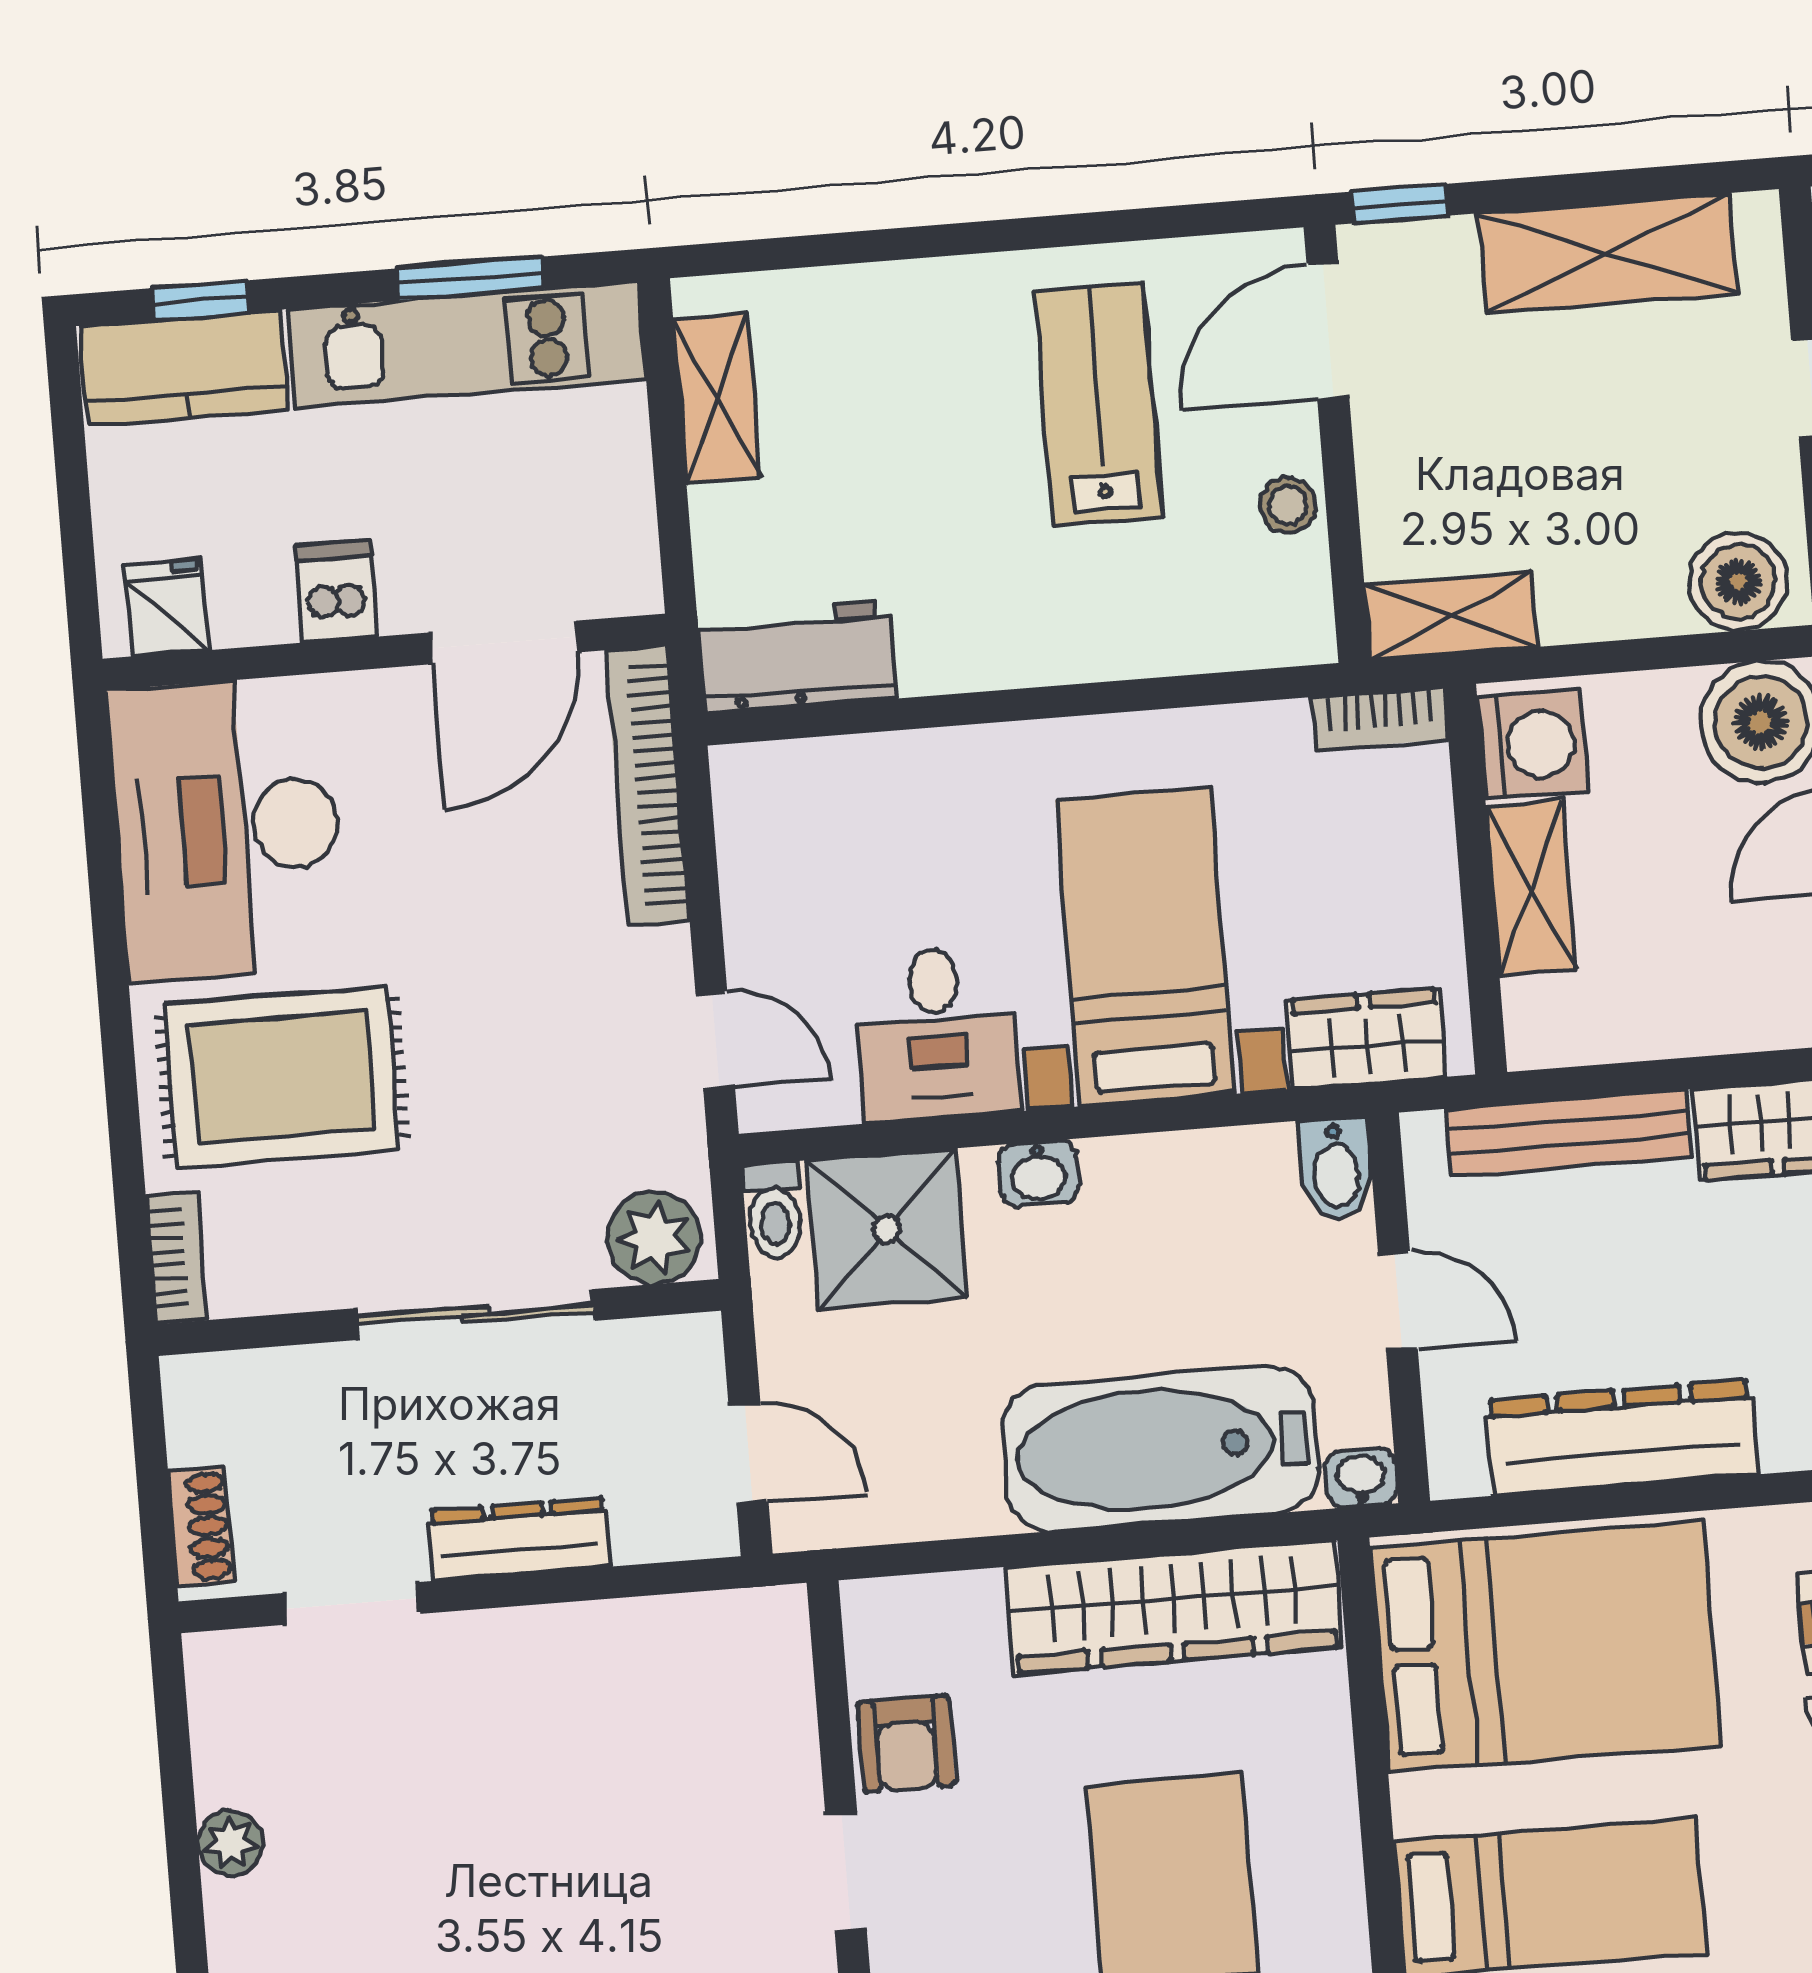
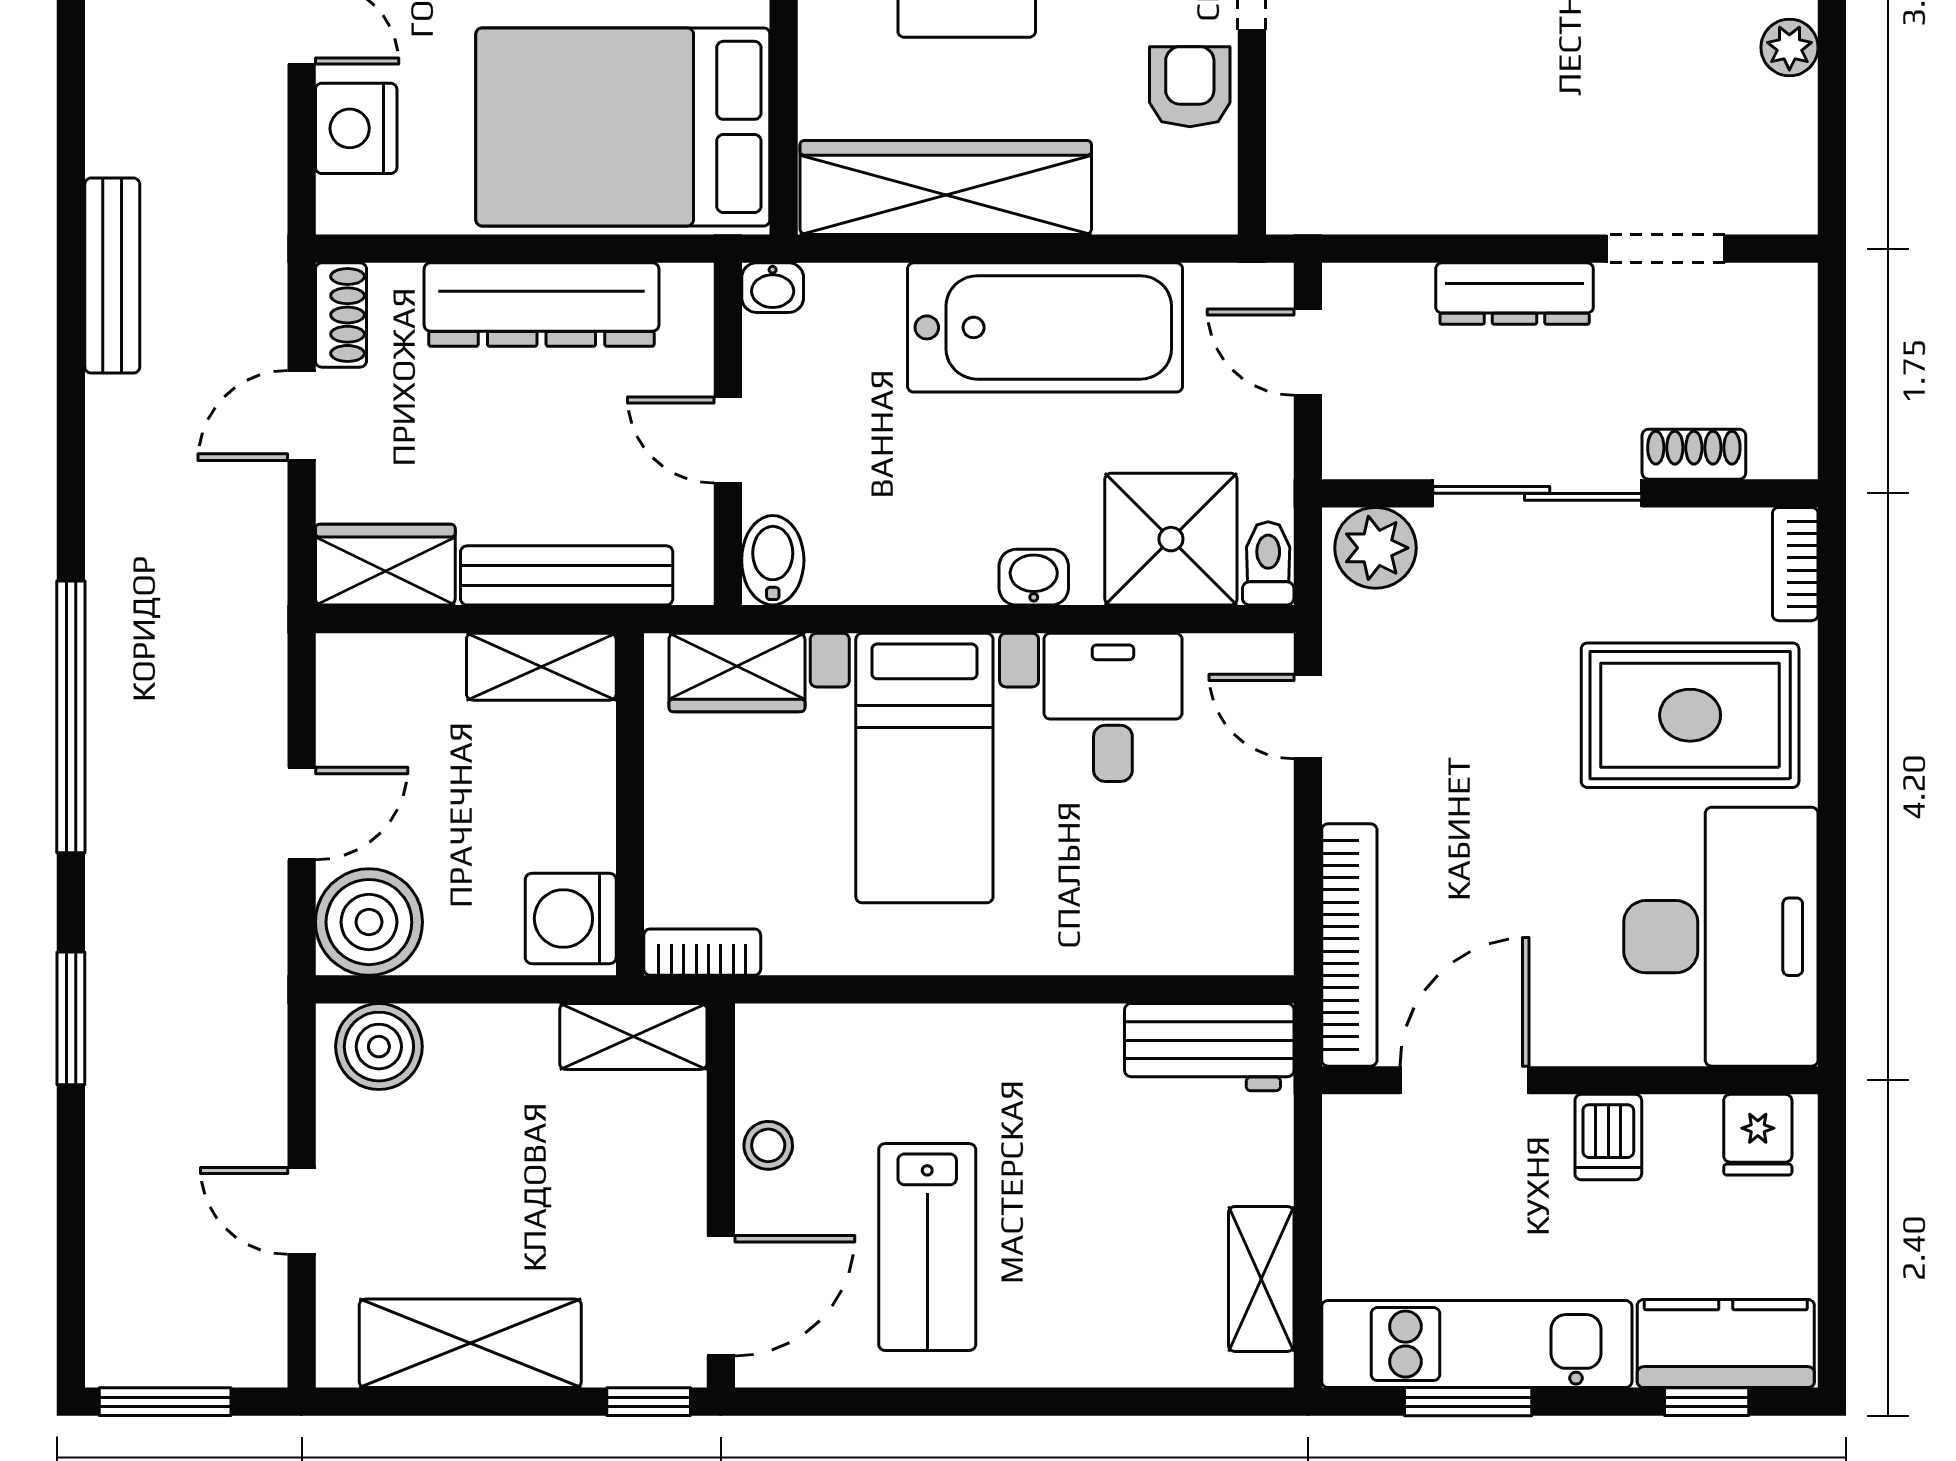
shelving: (1531, 888) -> (541, 667), moved, turned 90
bathtub: (1160, 1449) -> (1045, 327), moved
shoe rack: (201, 1527) -> (1694, 454), moved, turned 90

